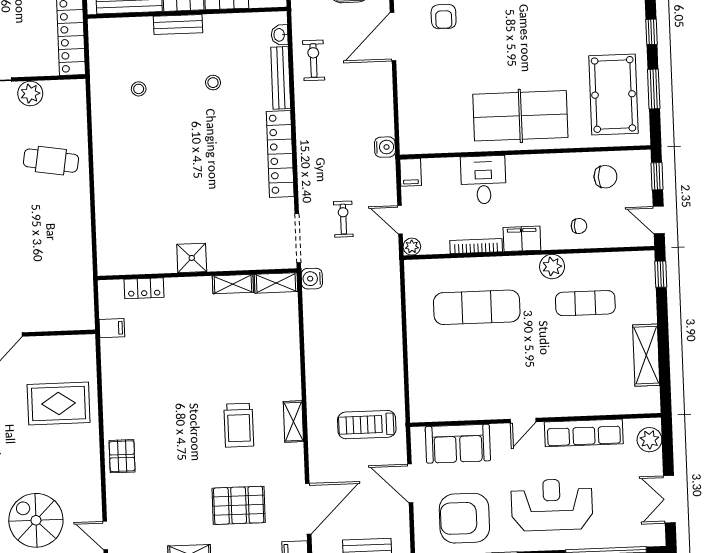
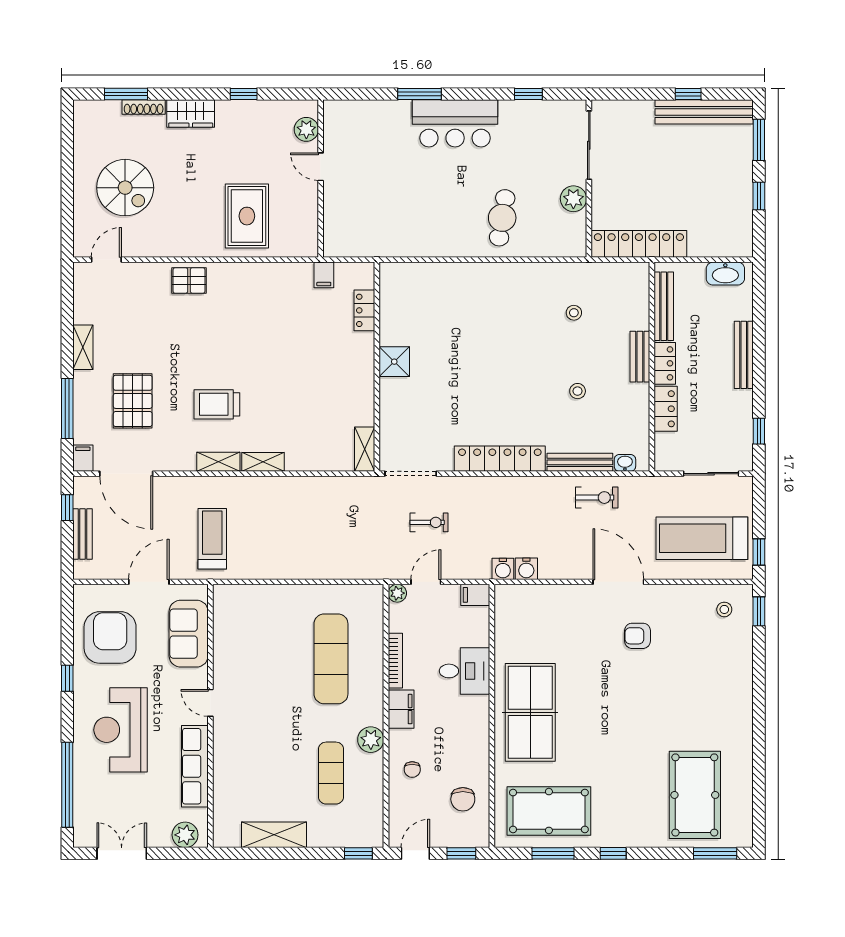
water cooler: (312, 279) -> (526, 569), moved, turned 180
shelving: (233, 284) -> (263, 462), moved, turned 90
reception desk: (552, 505) -> (121, 730), turned 180
spiral stairs: (36, 520) -> (125, 188), turned 90

